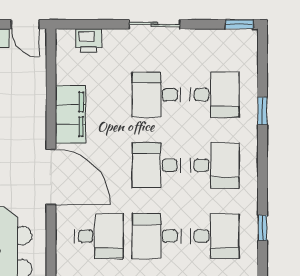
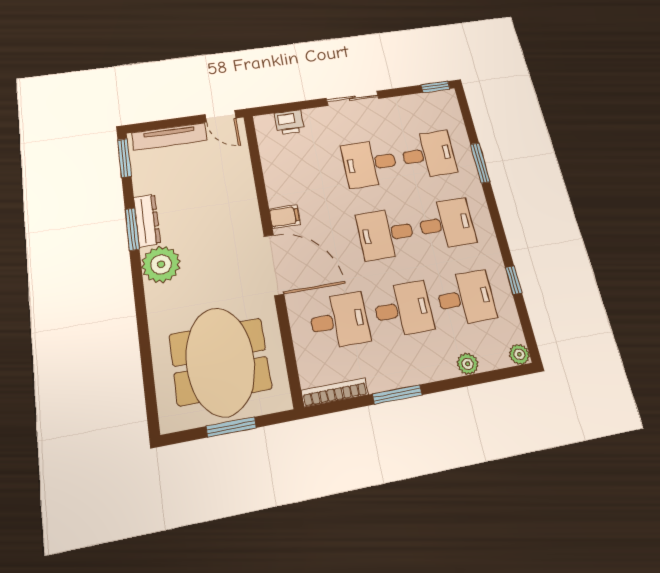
window: (262, 111) -> (480, 163), width x1.50
filing cabinet: (70, 114) -> (285, 216), width x0.33, depth x0.86
desk: (157, 236) -> (403, 309), turned 180

